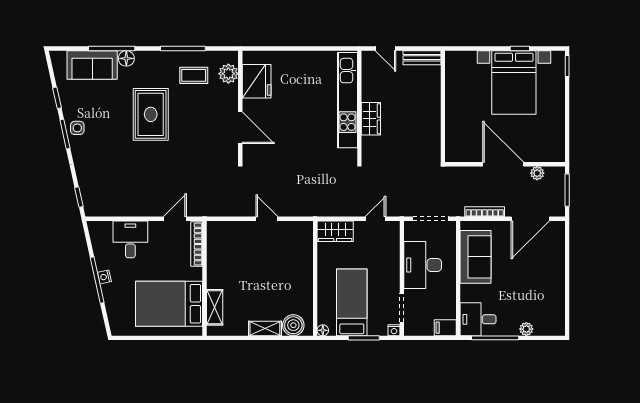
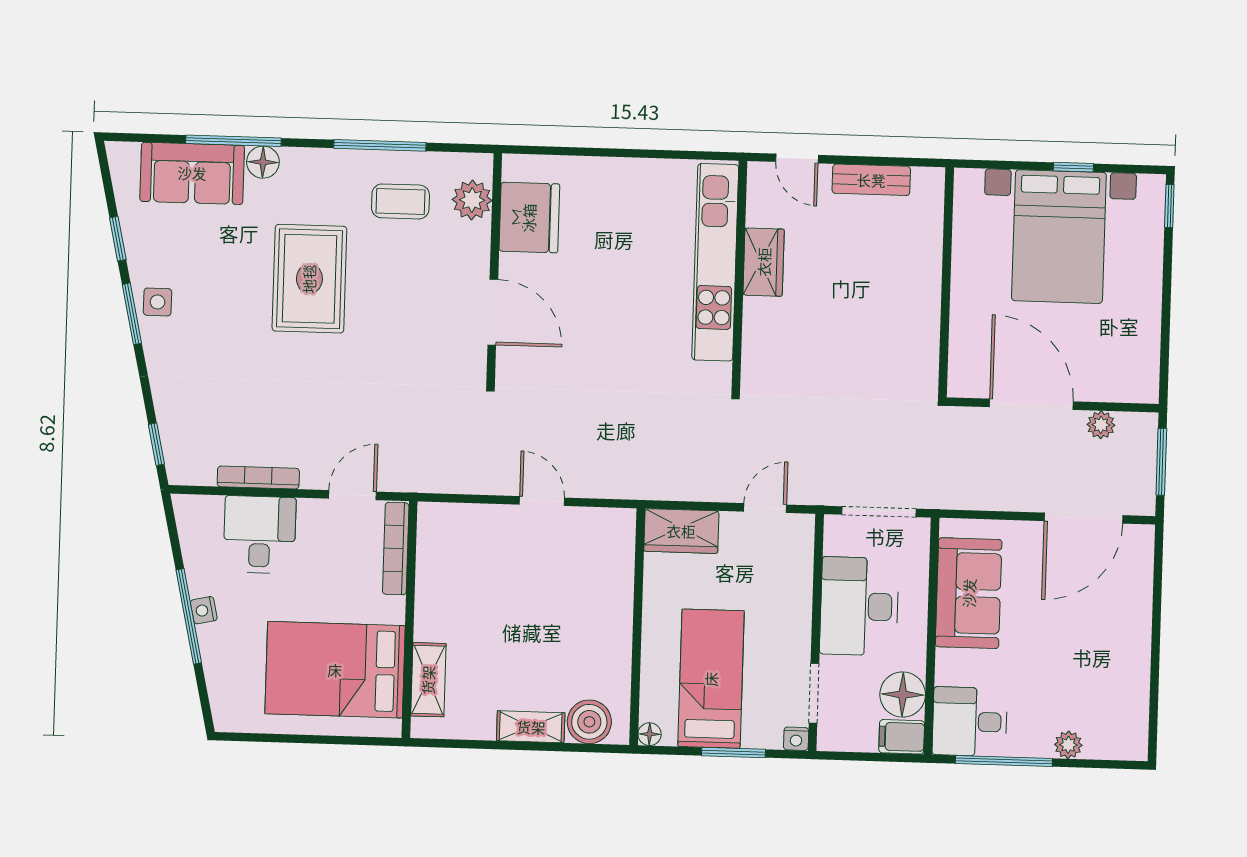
wall: (443, 106) -> (946, 282), moved
wardrobe: (371, 119) -> (764, 262), moved
bookcase: (485, 212) -> (258, 477), moved
floor lamp: (445, 307) -> (903, 695), added

